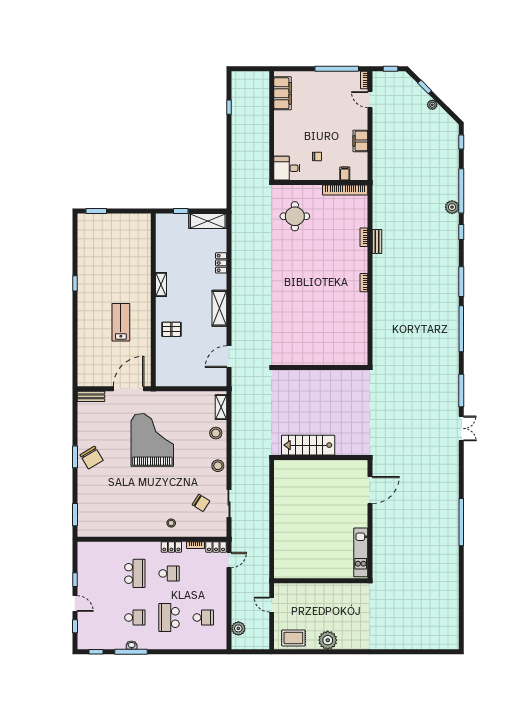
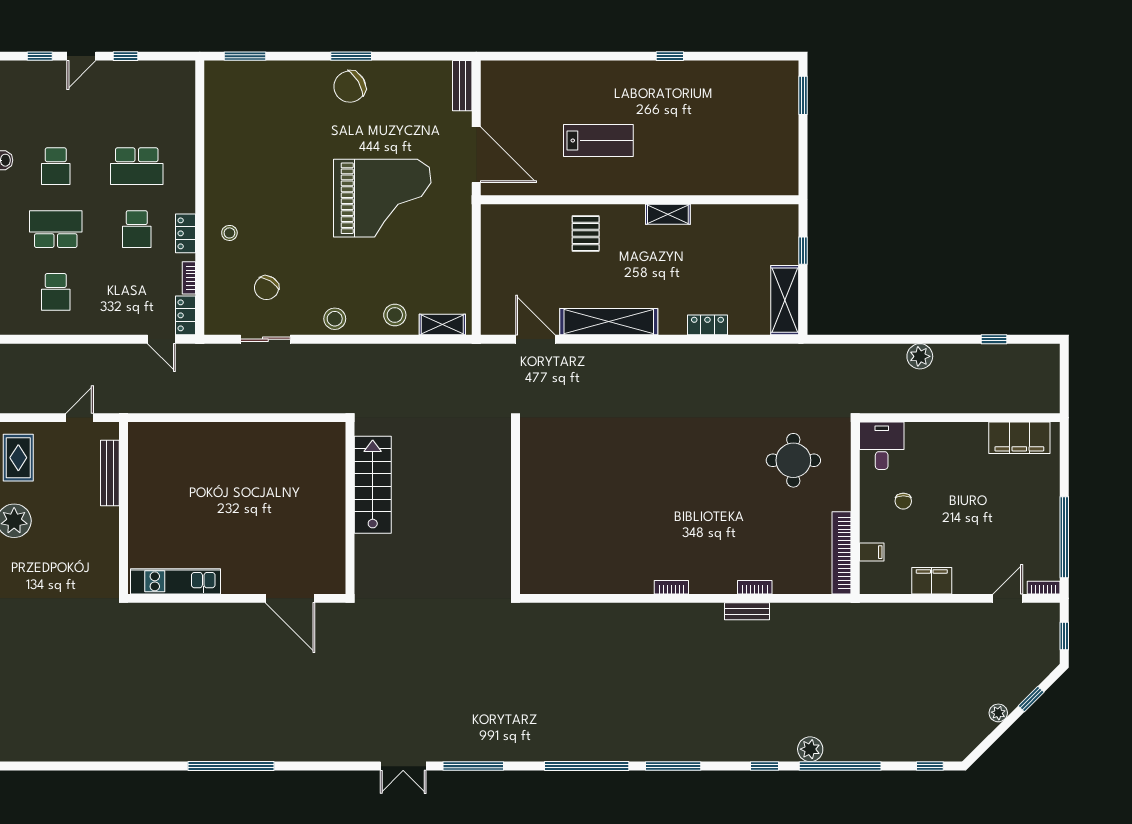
shelving: (219, 308) -> (609, 322), width x1.47
bench: (302, 588) -> (110, 473), added
plant: (238, 628) -> (920, 356), moved

